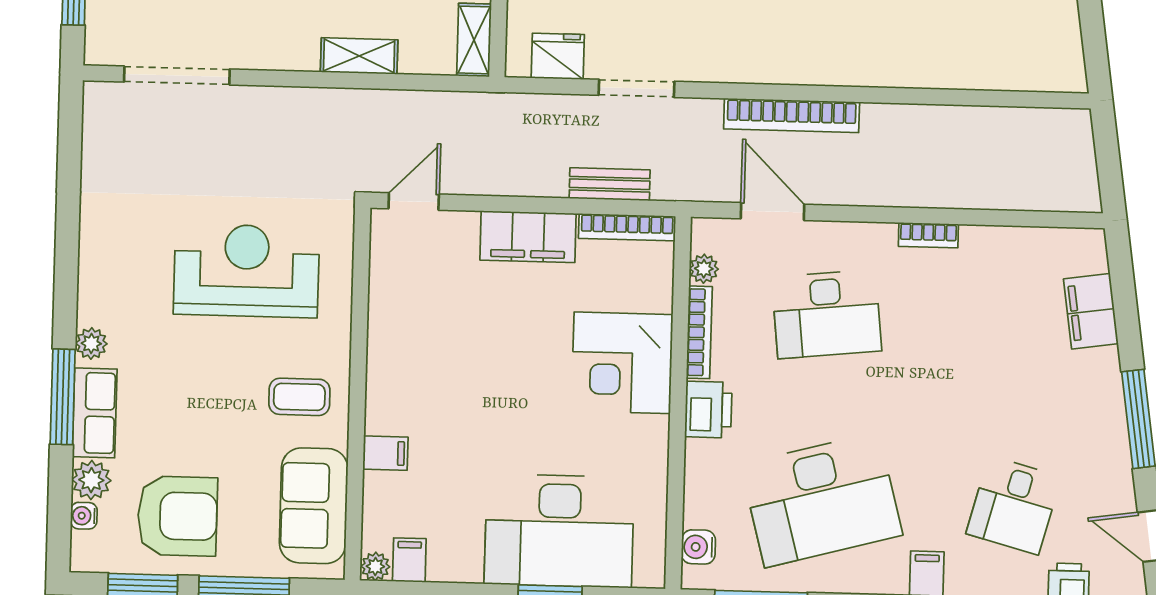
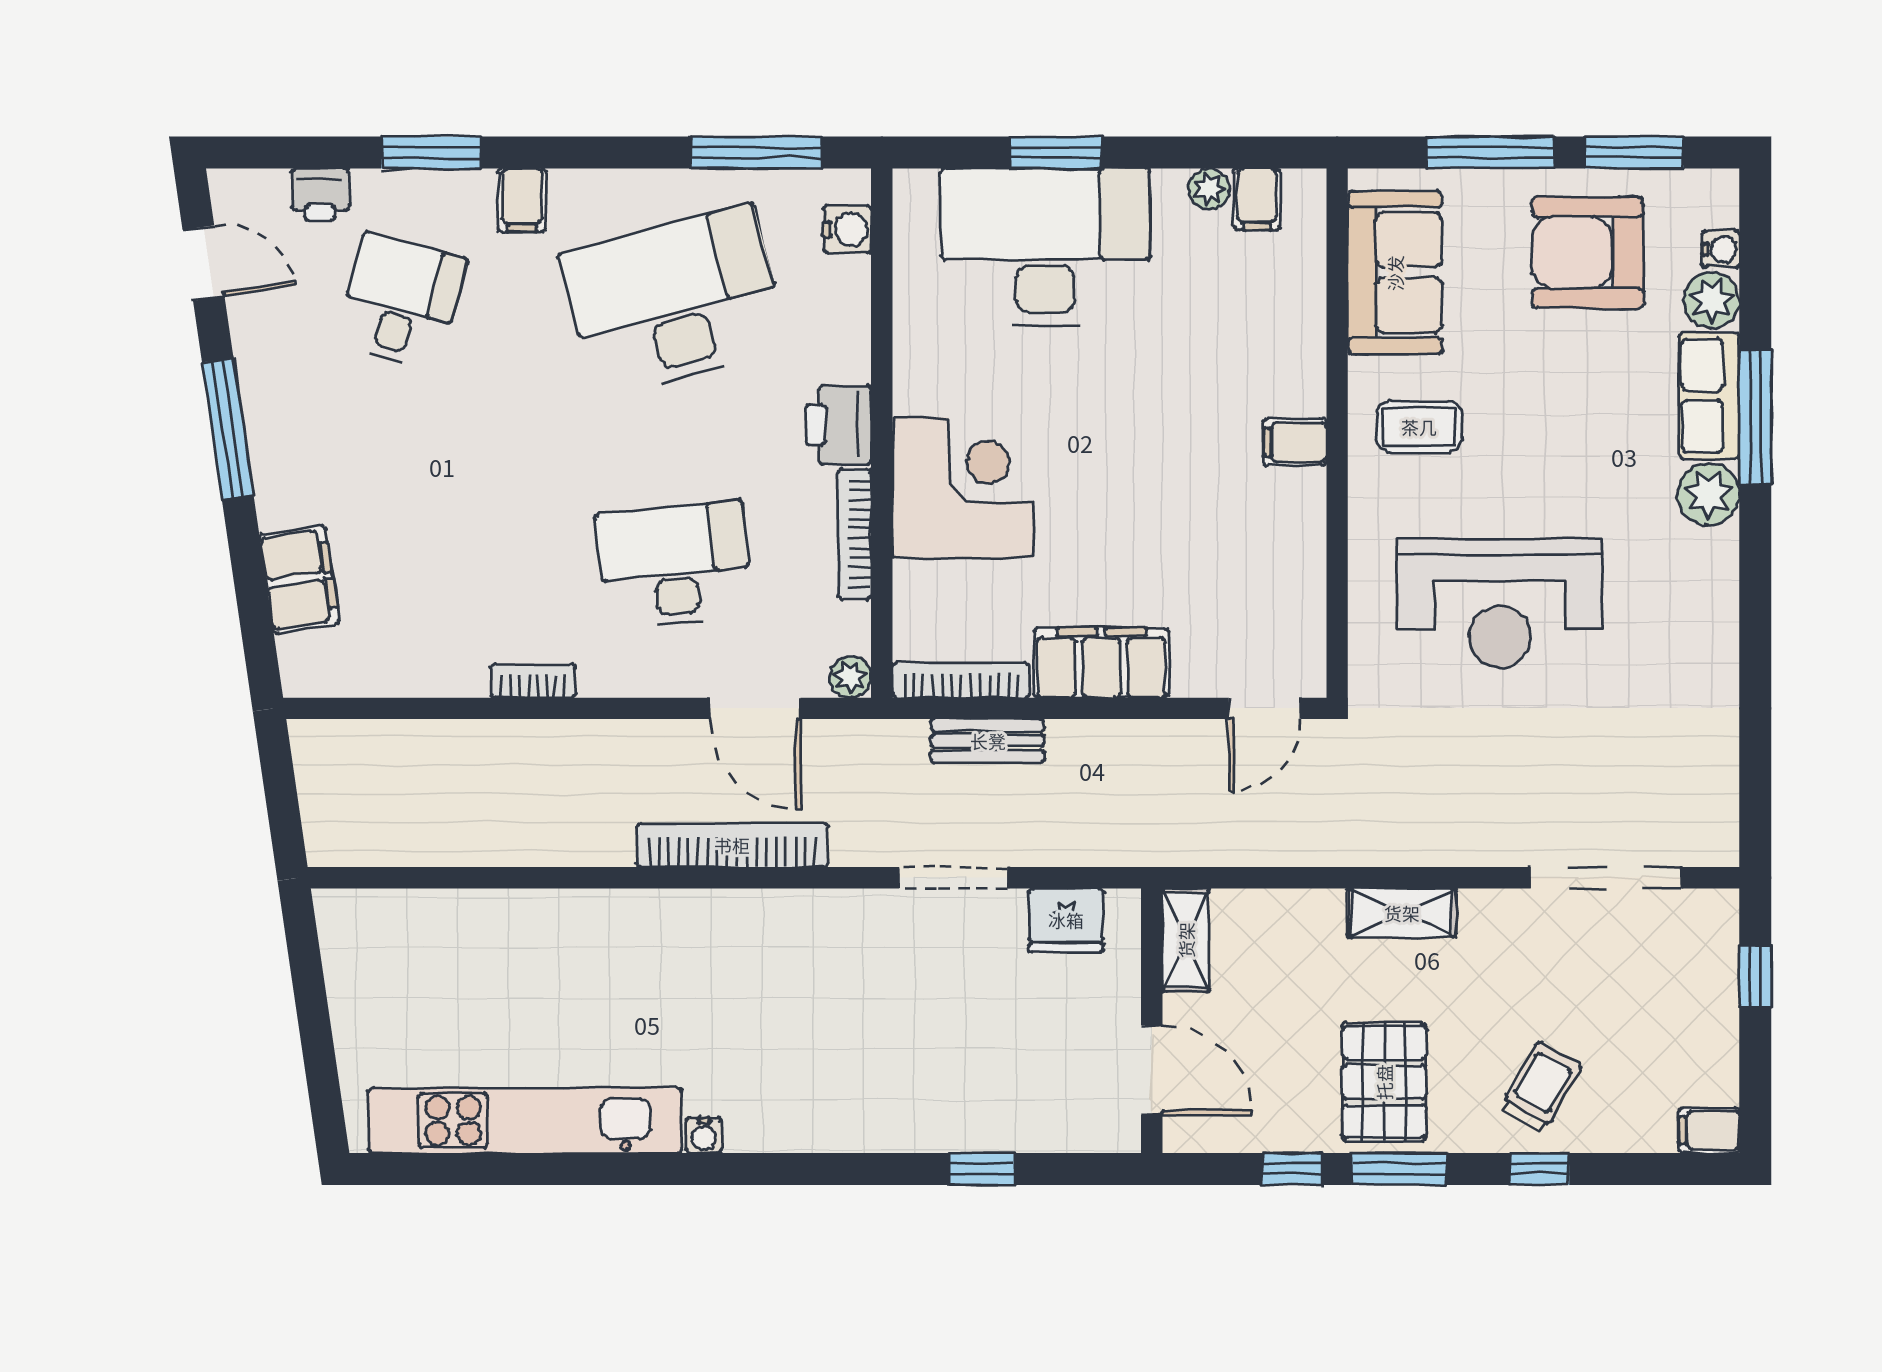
shelving: (359, 56) -> (1402, 913), moved
plant: (704, 269) -> (850, 677), moved
plant: (91, 343) -> (1708, 494), width x1.38, depth x1.38
filing cabinet: (385, 453) -> (1295, 442), moved
plant: (375, 566) -> (1209, 189), moved

